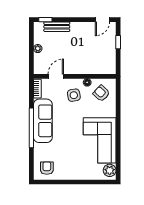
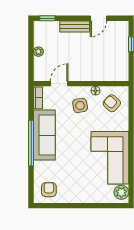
door: (102, 20) -> (98, 18), moved
bench: (57, 27) -> (75, 26), moved

